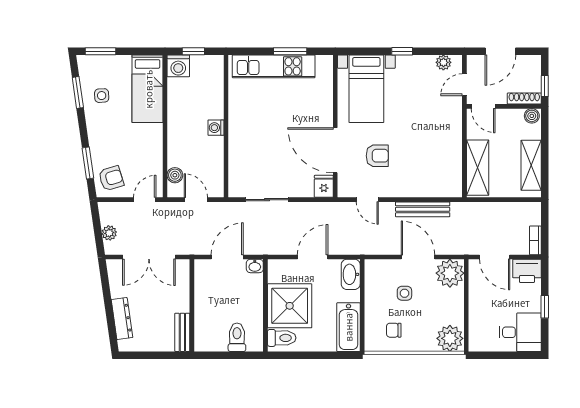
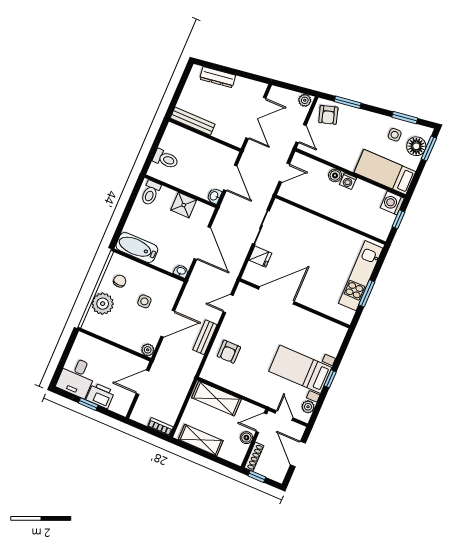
floor lamp: (104, 66) -> (416, 146), added
bed with nightstands: (366, 89) -> (300, 369), moved
boiler: (532, 116) -> (246, 438), moved
washing machine: (216, 128) -> (348, 181), moved, turned 180
armchair: (377, 156) -> (229, 352), moved
boiler: (175, 175) -> (335, 175), moved
fridge: (324, 186) -> (260, 257), moved
bench: (423, 209) -> (205, 337), width x0.73
plant: (109, 233) -> (305, 100), moved
bookcase: (535, 240) -> (160, 427), moved
double door: (149, 257) -> (256, 118), swing flipped
door: (313, 257) -> (202, 243), width x1.36
printer: (527, 271) -> (100, 396), moved, turned 90
plant: (450, 273) -> (148, 350), width x0.53, depth x0.53
washbasin: (351, 274) -> (181, 271), width x0.52, depth x0.69
shower: (290, 306) -> (184, 205), width x0.54, depth x0.54
bench: (182, 332) -> (193, 121), width x1.36
plant: (450, 338) -> (103, 304), moved

